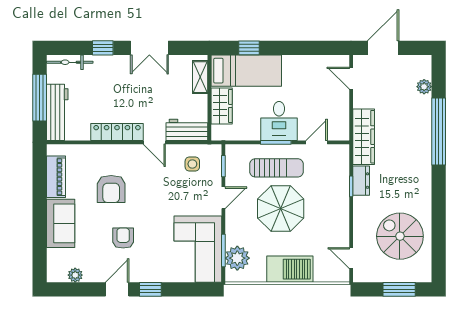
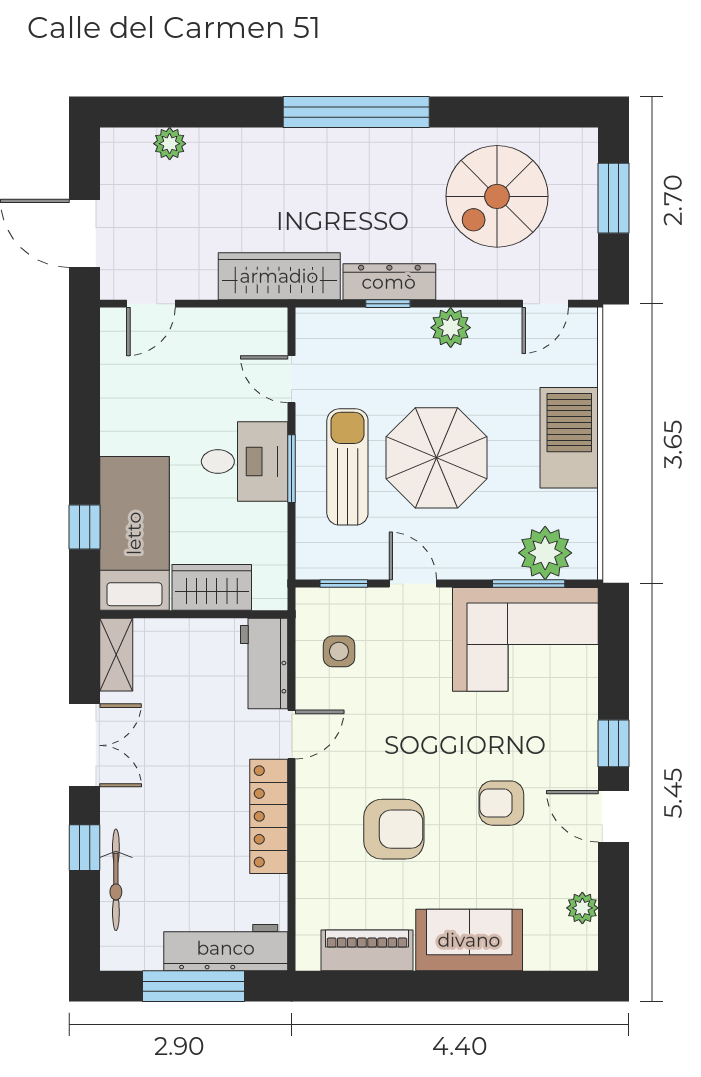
bicycle: (70, 62) -> (116, 880), moved
shelving: (200, 77) -> (116, 655), moved, turned 90
window: (439, 132) -> (356, 112), moved
dresser: (361, 181) -> (389, 282), width x1.44
plant: (340, 215) -> (451, 328), added

